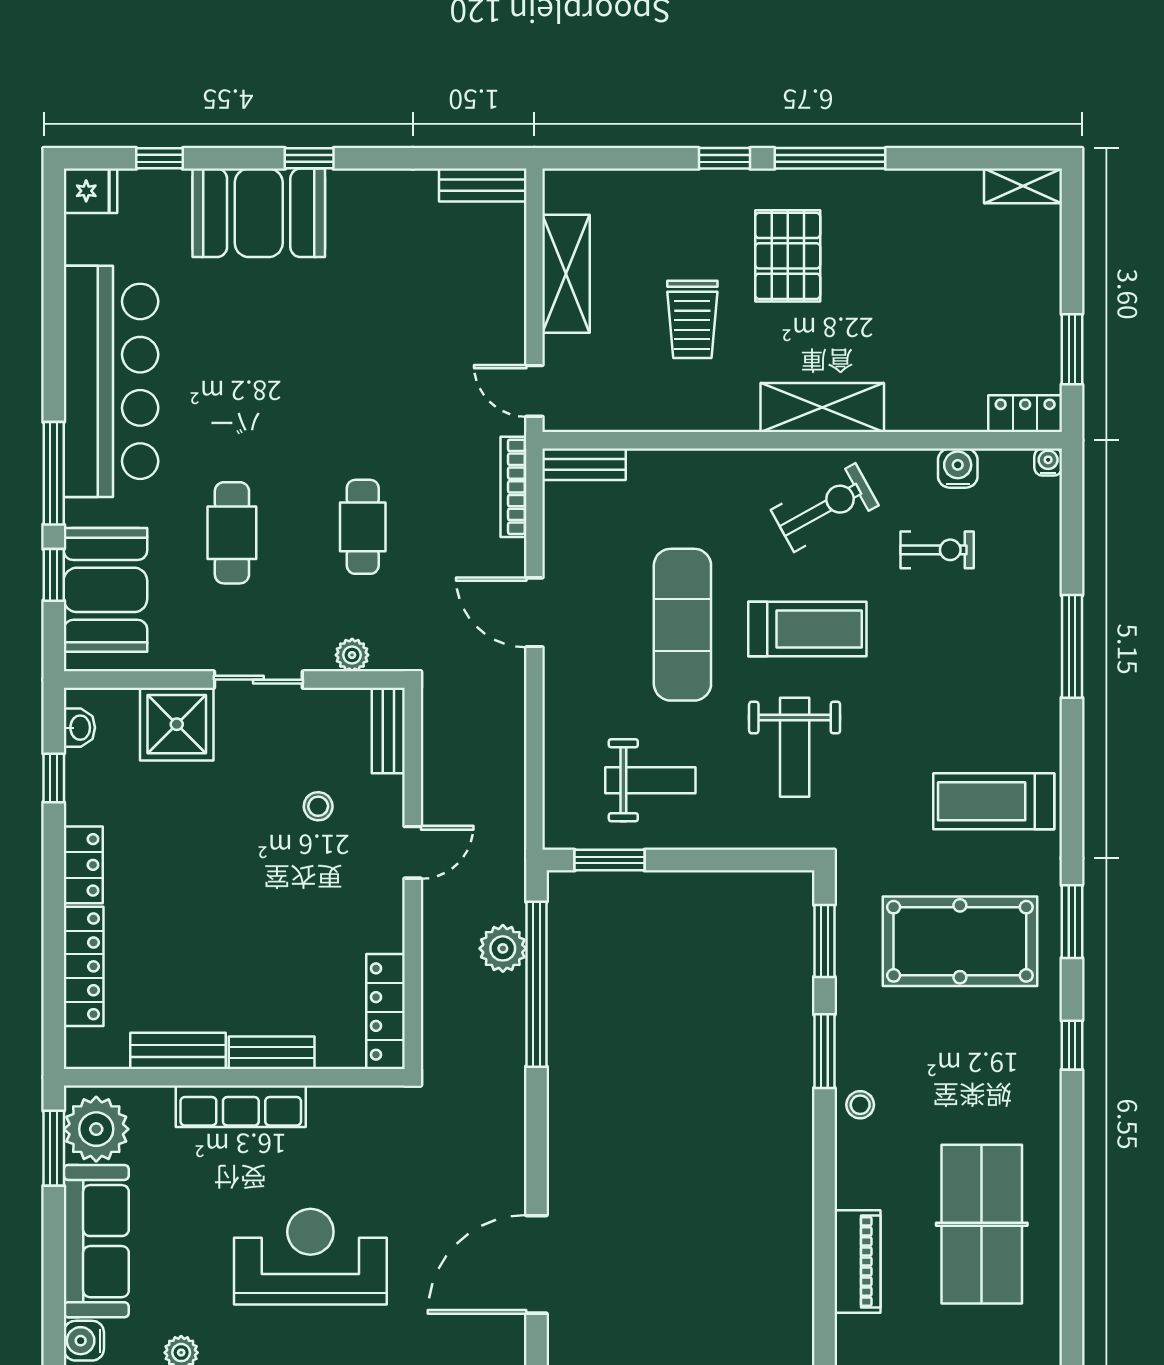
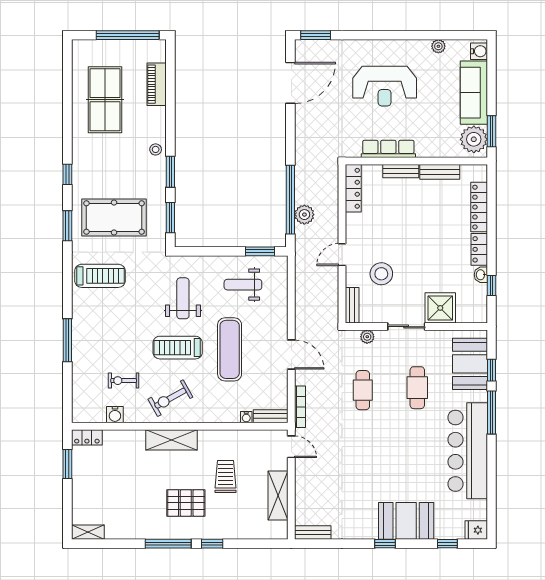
pallet: (788, 256) -> (186, 503), turned 90
water cooler: (1048, 462) -> (246, 417), moved
washbasin: (79, 728) -> (481, 275), moved
stool: (318, 806) -> (381, 274), width x1.89, depth x1.89
row of seats: (241, 1106) -> (388, 149), moved

